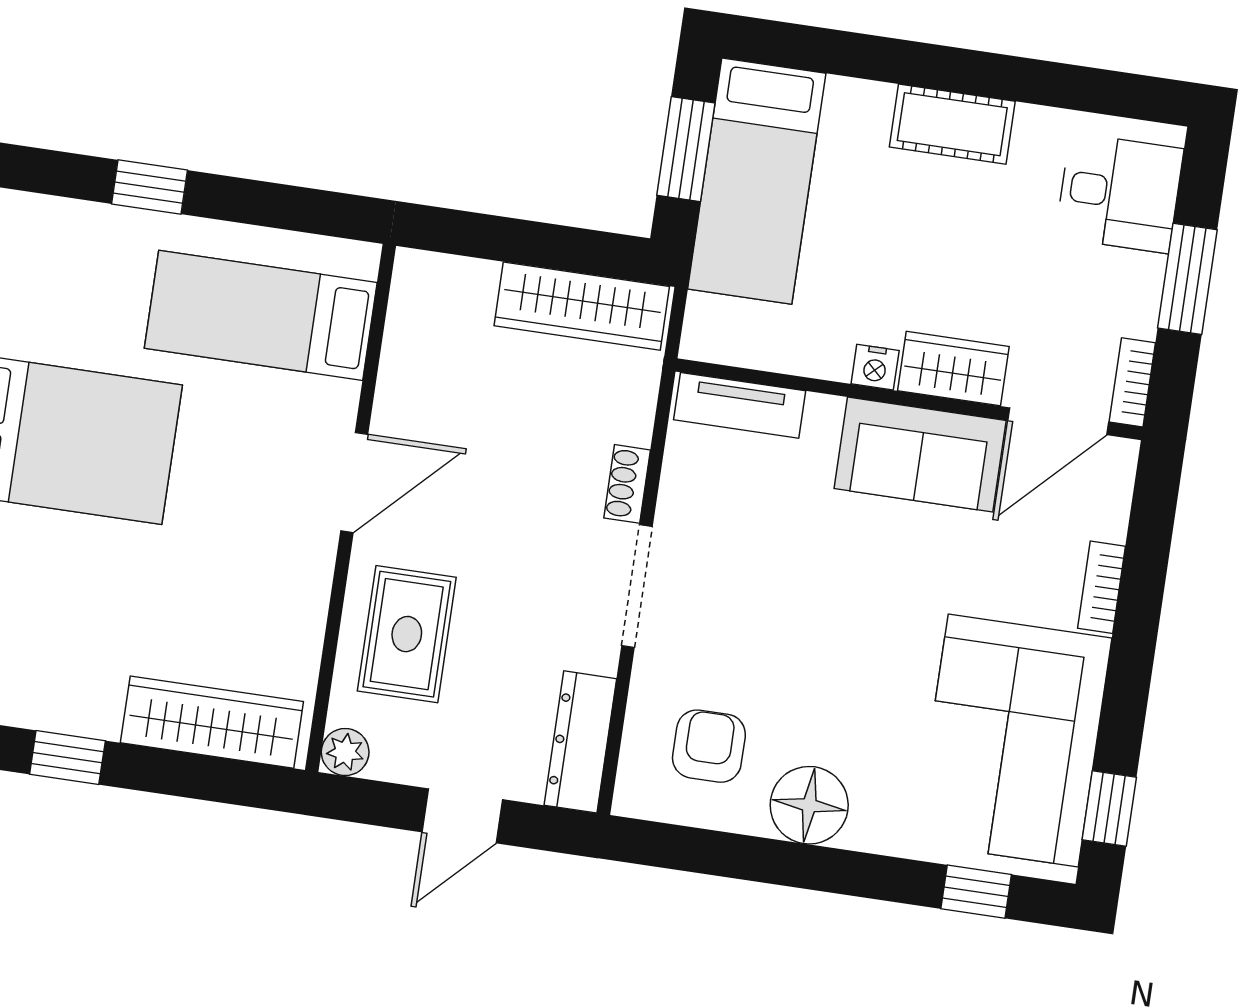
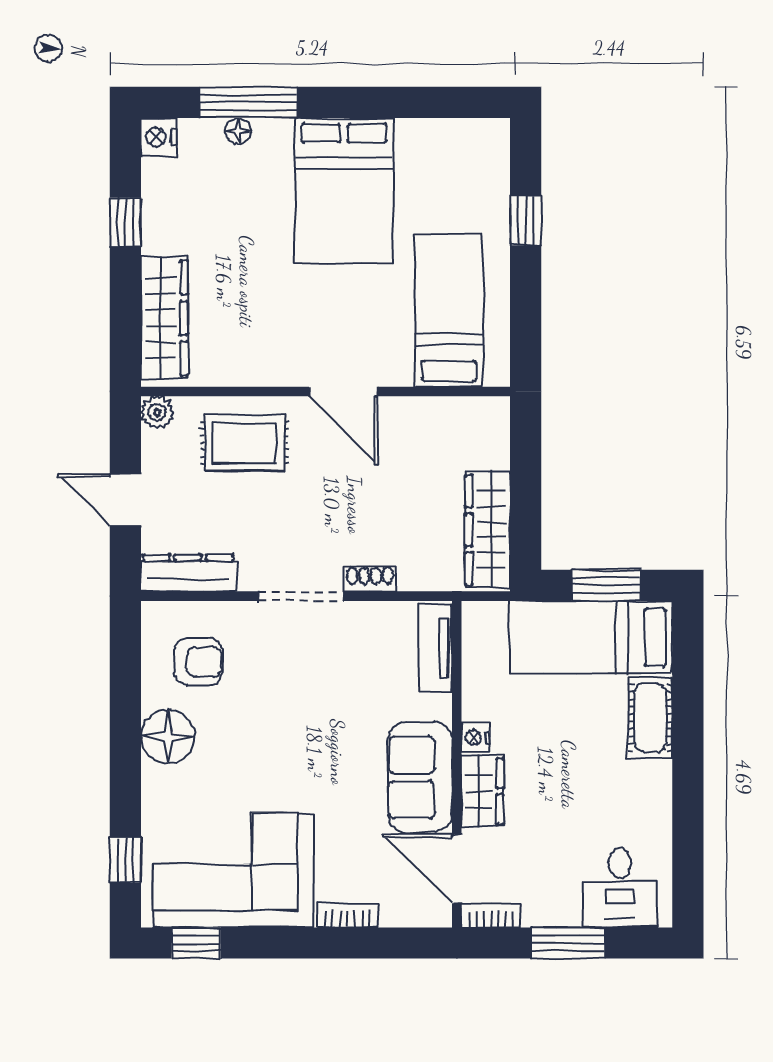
cot: (952, 124) -> (650, 718), moved

